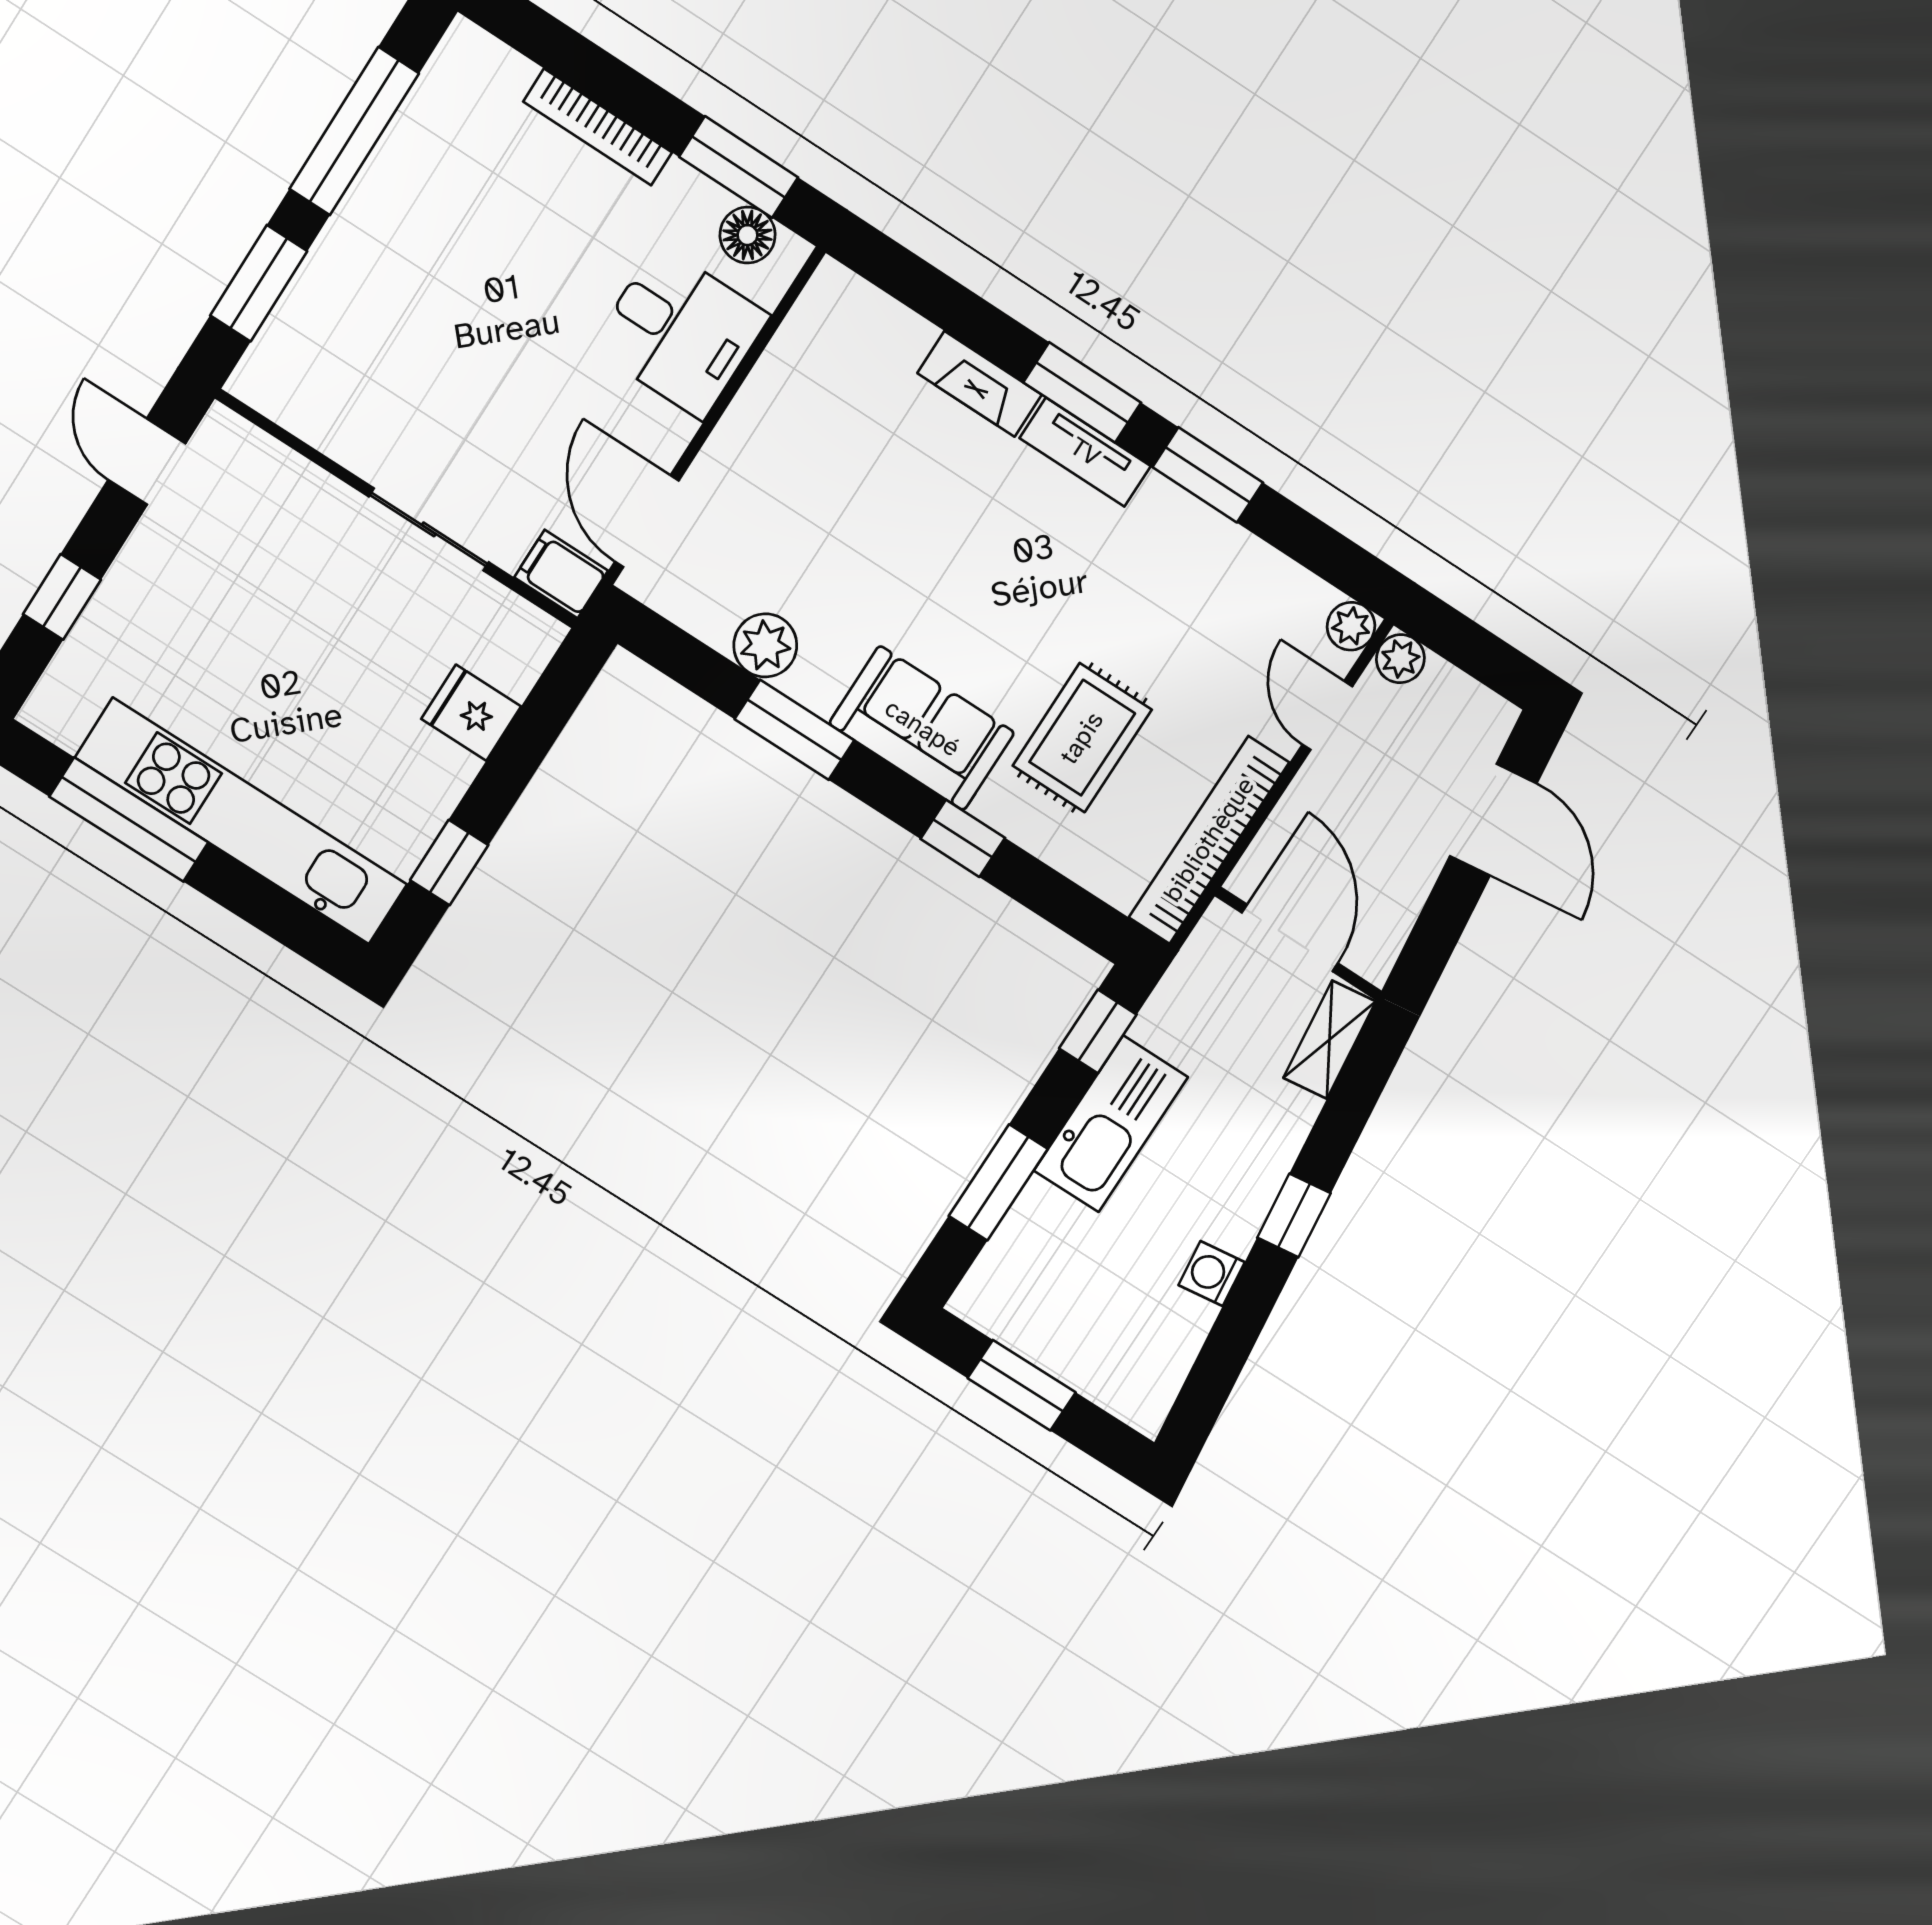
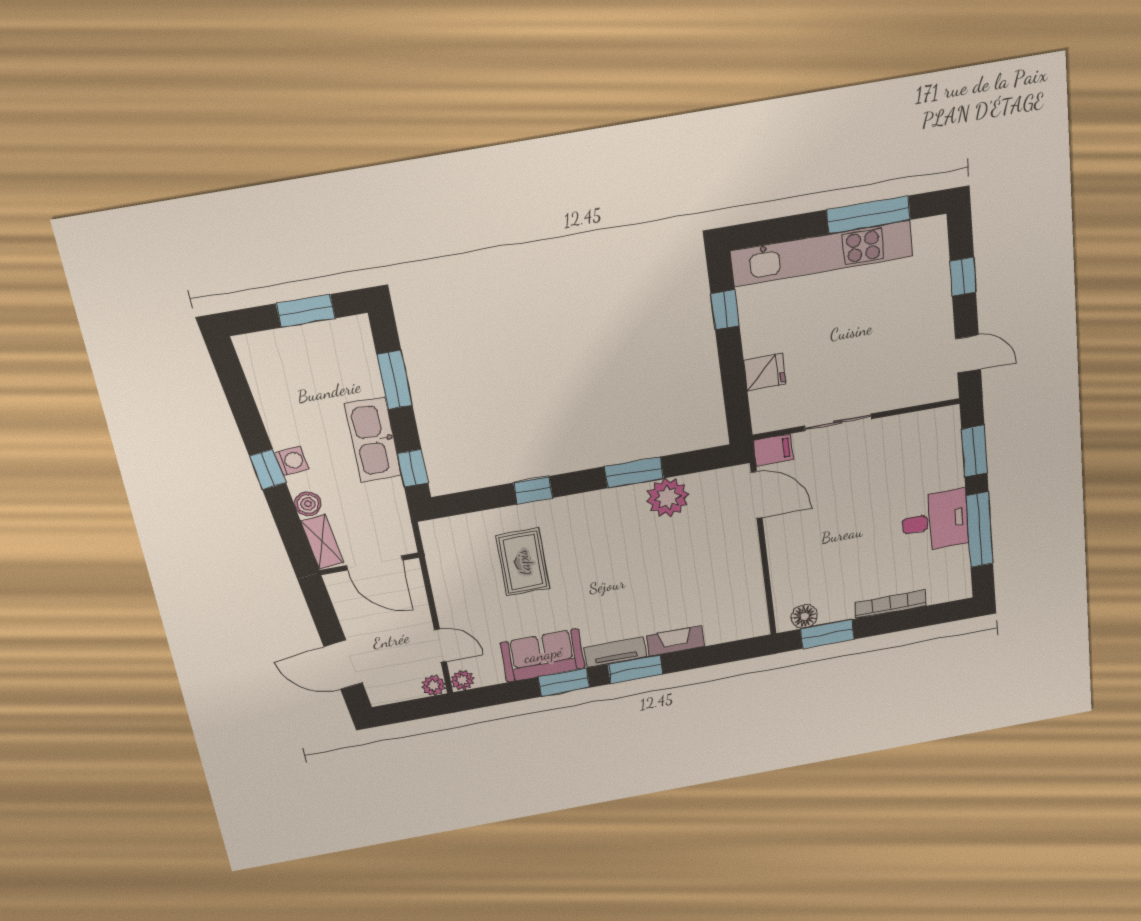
desk: (680, 332) -> (935, 521), moved, turned 180
plant: (765, 645) -> (668, 498), width x1.36, depth x1.36
sofa: (922, 728) -> (543, 655), moved, turned 180
bookcase: (1209, 840) -> (440, 569), removed
boiler: (1292, 1115) -> (308, 504), added
washing machine: (1212, 1274) -> (292, 461), moved

